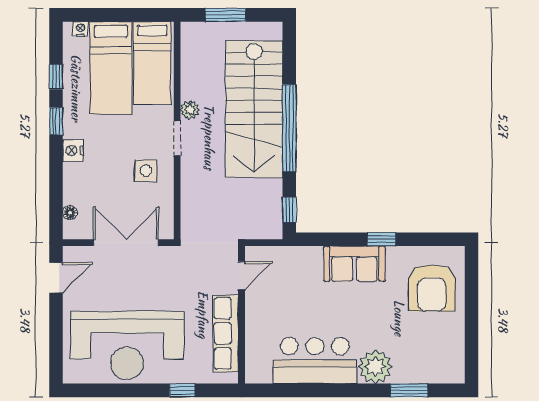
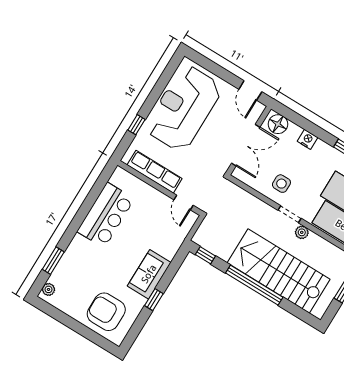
nightstand: (73, 151) -> (307, 139), moved
floor lamp: (70, 213) -> (278, 124), width x1.89, depth x1.89
plant: (375, 367) -> (48, 289), moved, width x0.53, depth x0.53

